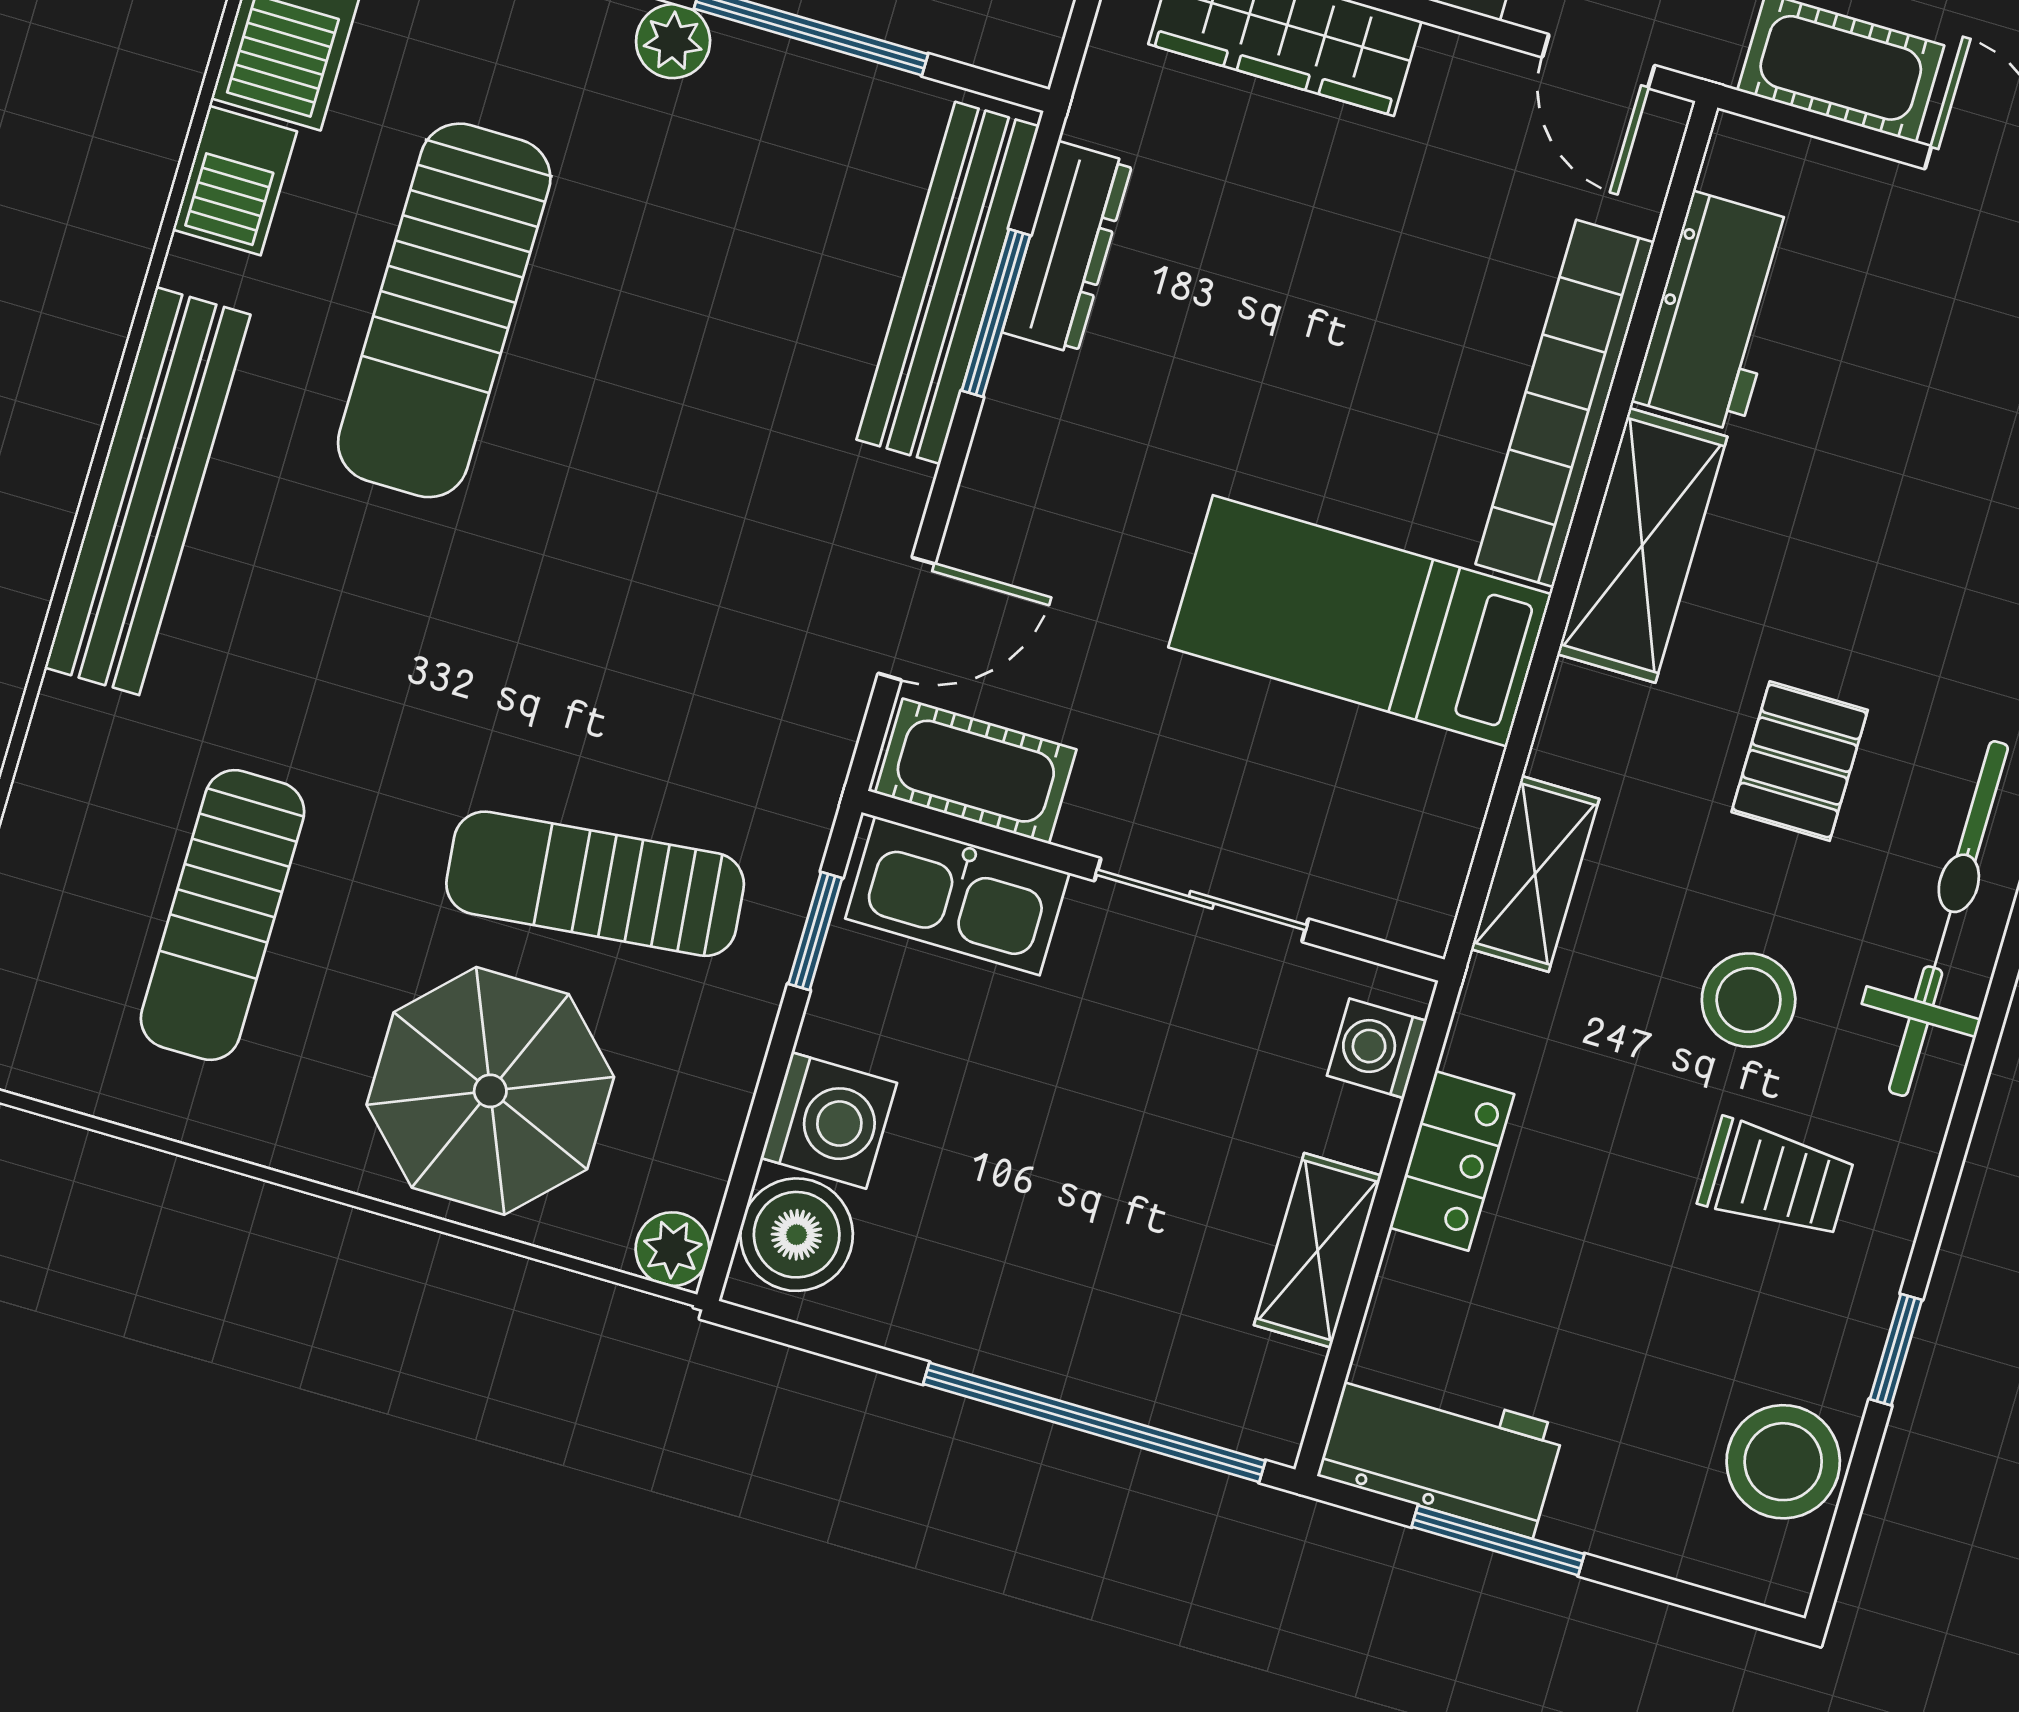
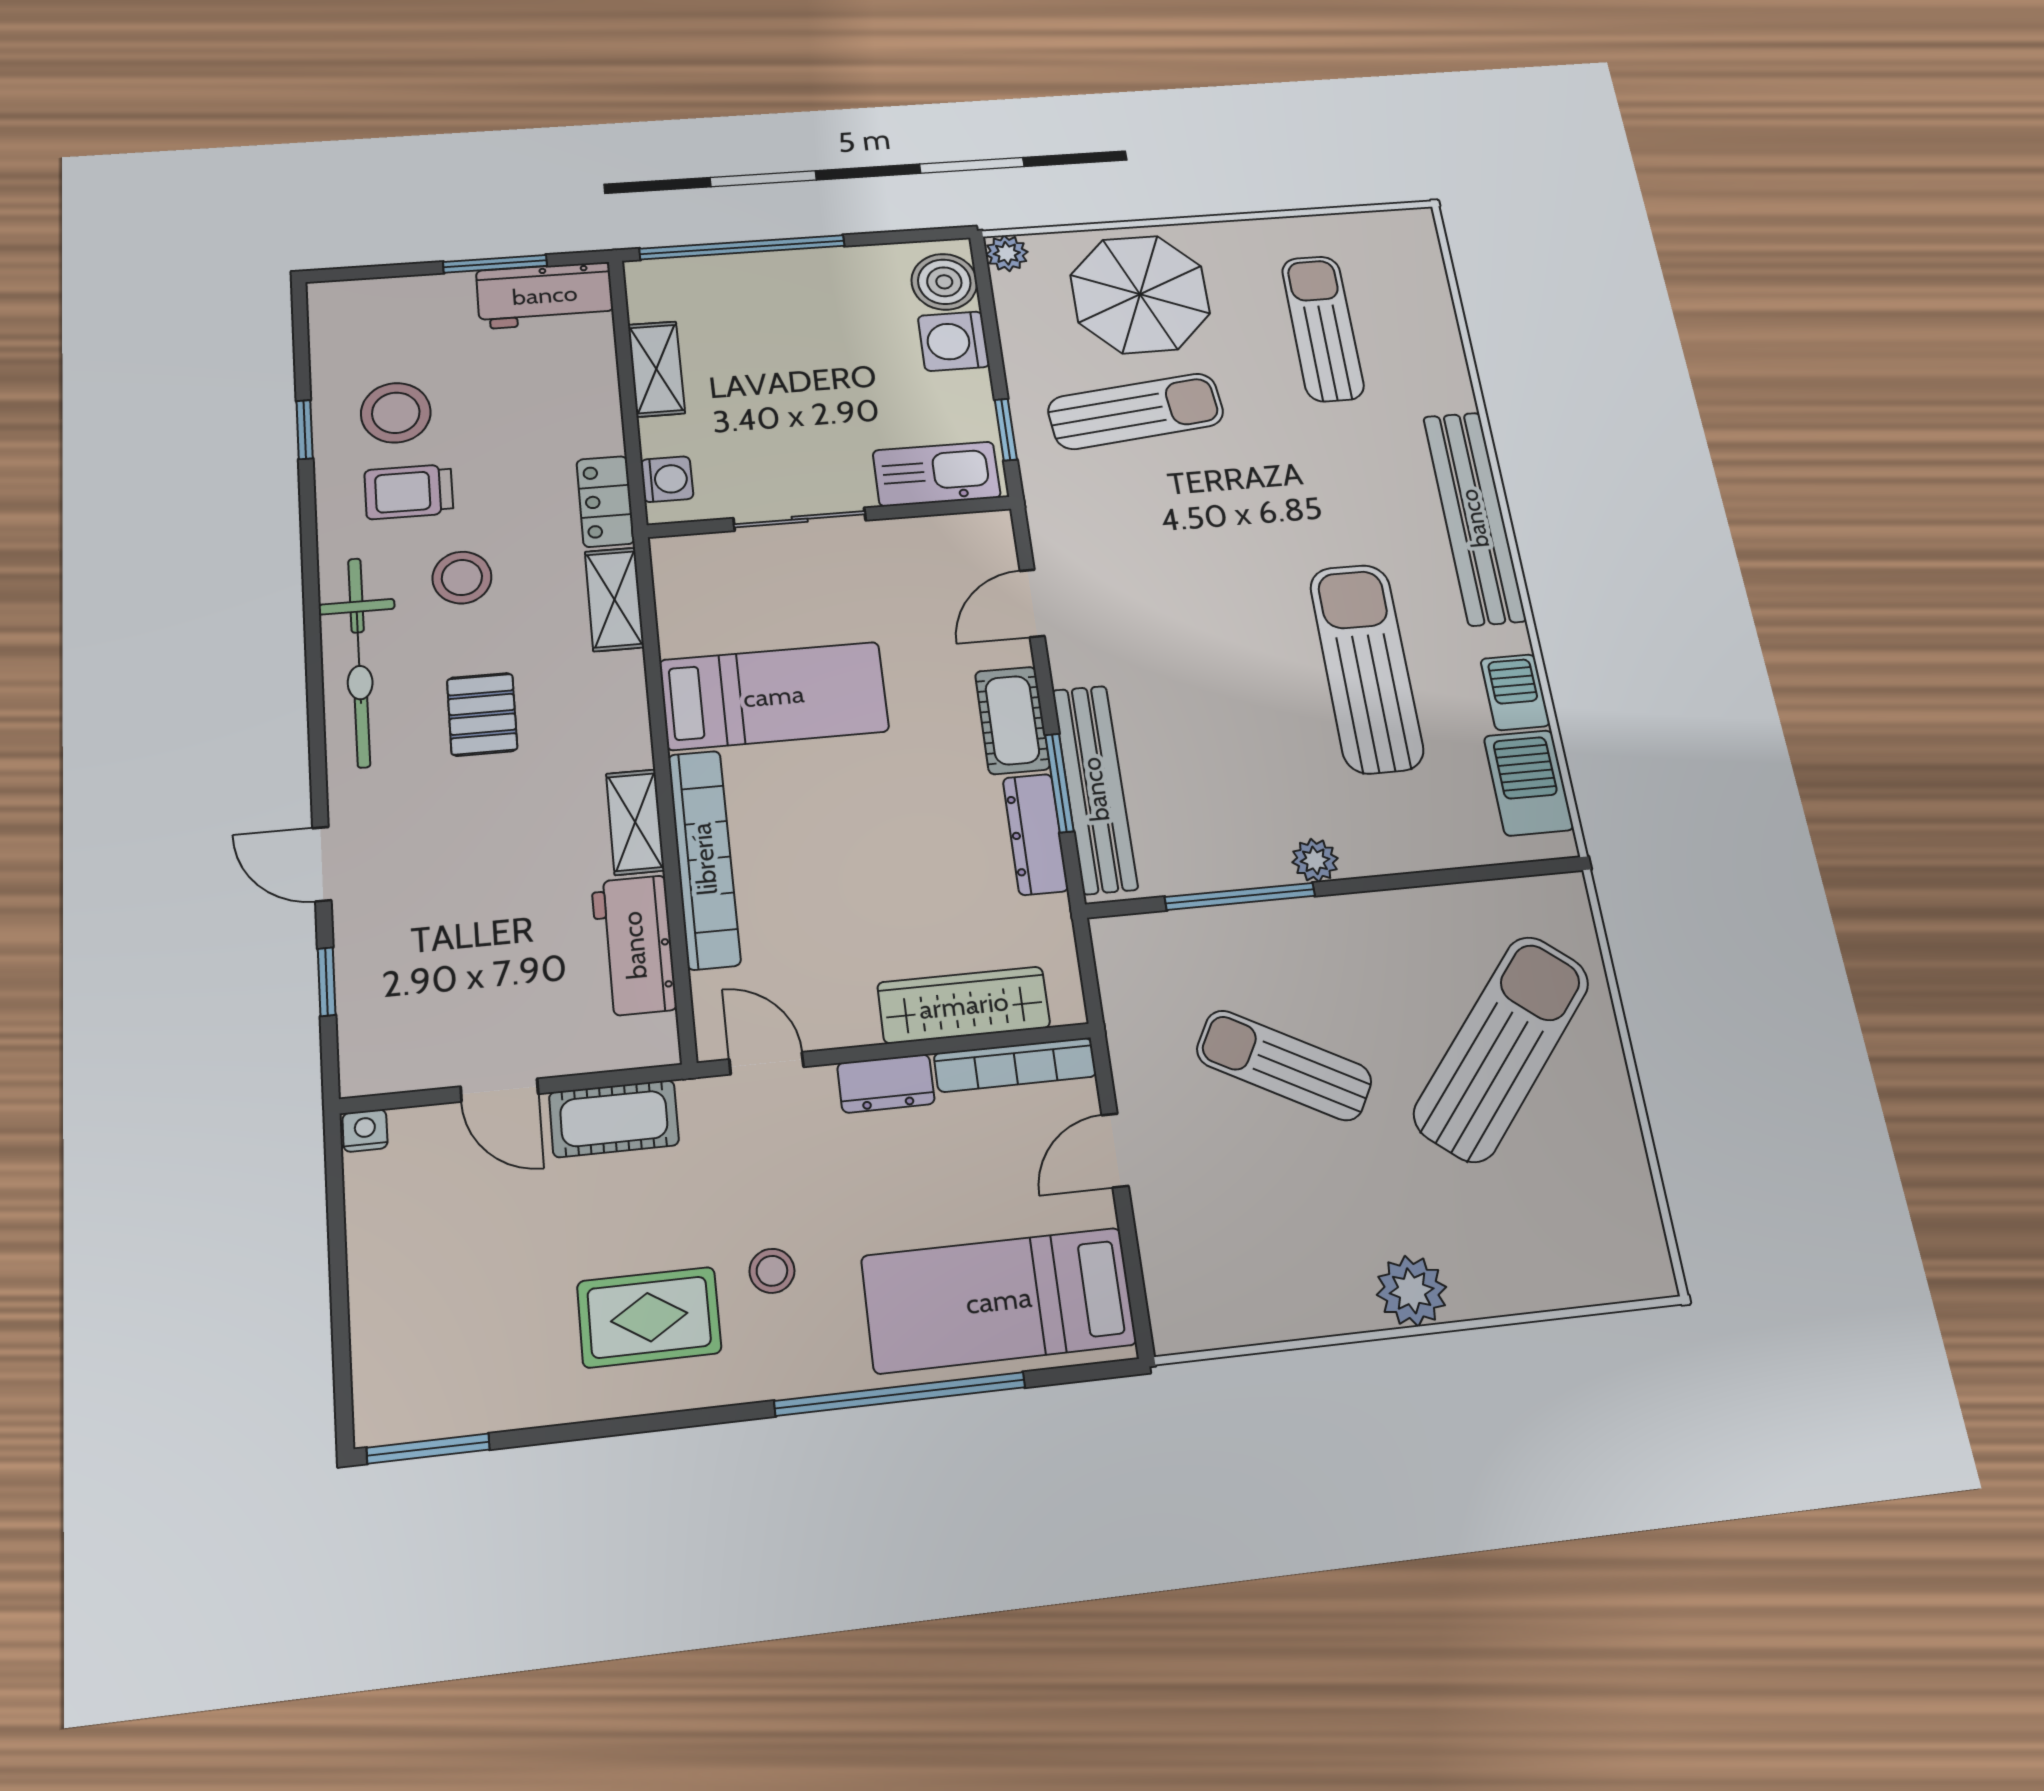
shelving: (1642, 545) -> (635, 822), width x0.67, depth x0.75
cot: (976, 771) -> (1012, 720), moved, turned 90
locker: (1452, 1161) -> (605, 501), moved
stool: (1783, 1462) -> (396, 413), moved

